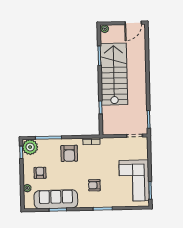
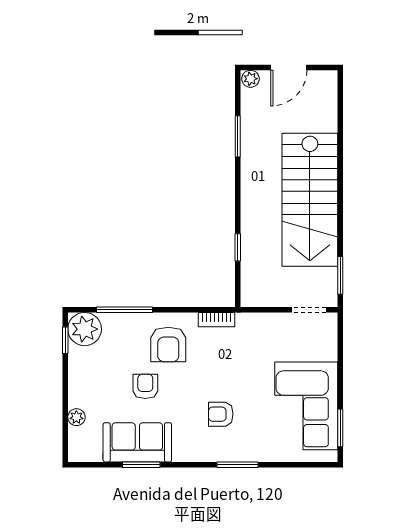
door: (133, 23) -> (289, 67), moved
stairs: (114, 74) -> (310, 200), moved, turned 180
armchair: (40, 173) -> (145, 386), moved
sofa: (56, 199) -> (137, 442), width x0.73

